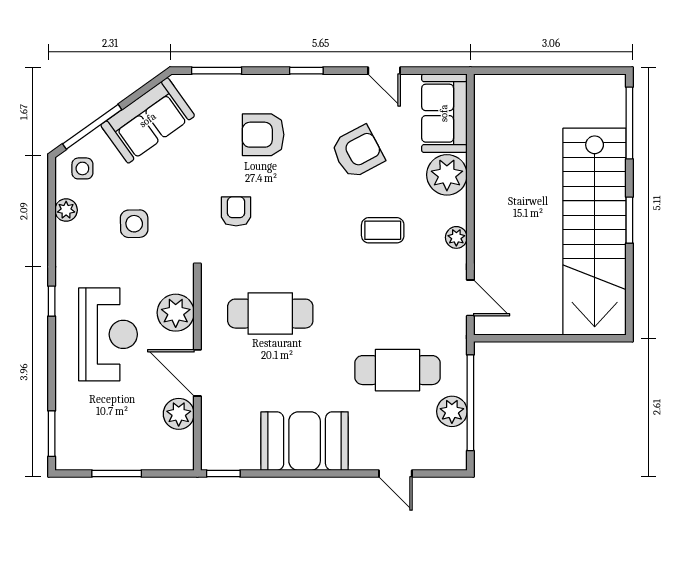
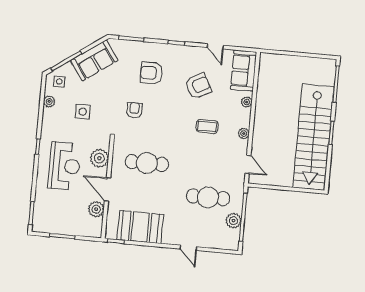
plant: (447, 175) -> (247, 102), width x0.53, depth x0.53
booth: (305, 441) -> (140, 227), moved
door: (395, 473) -> (188, 248), moved

